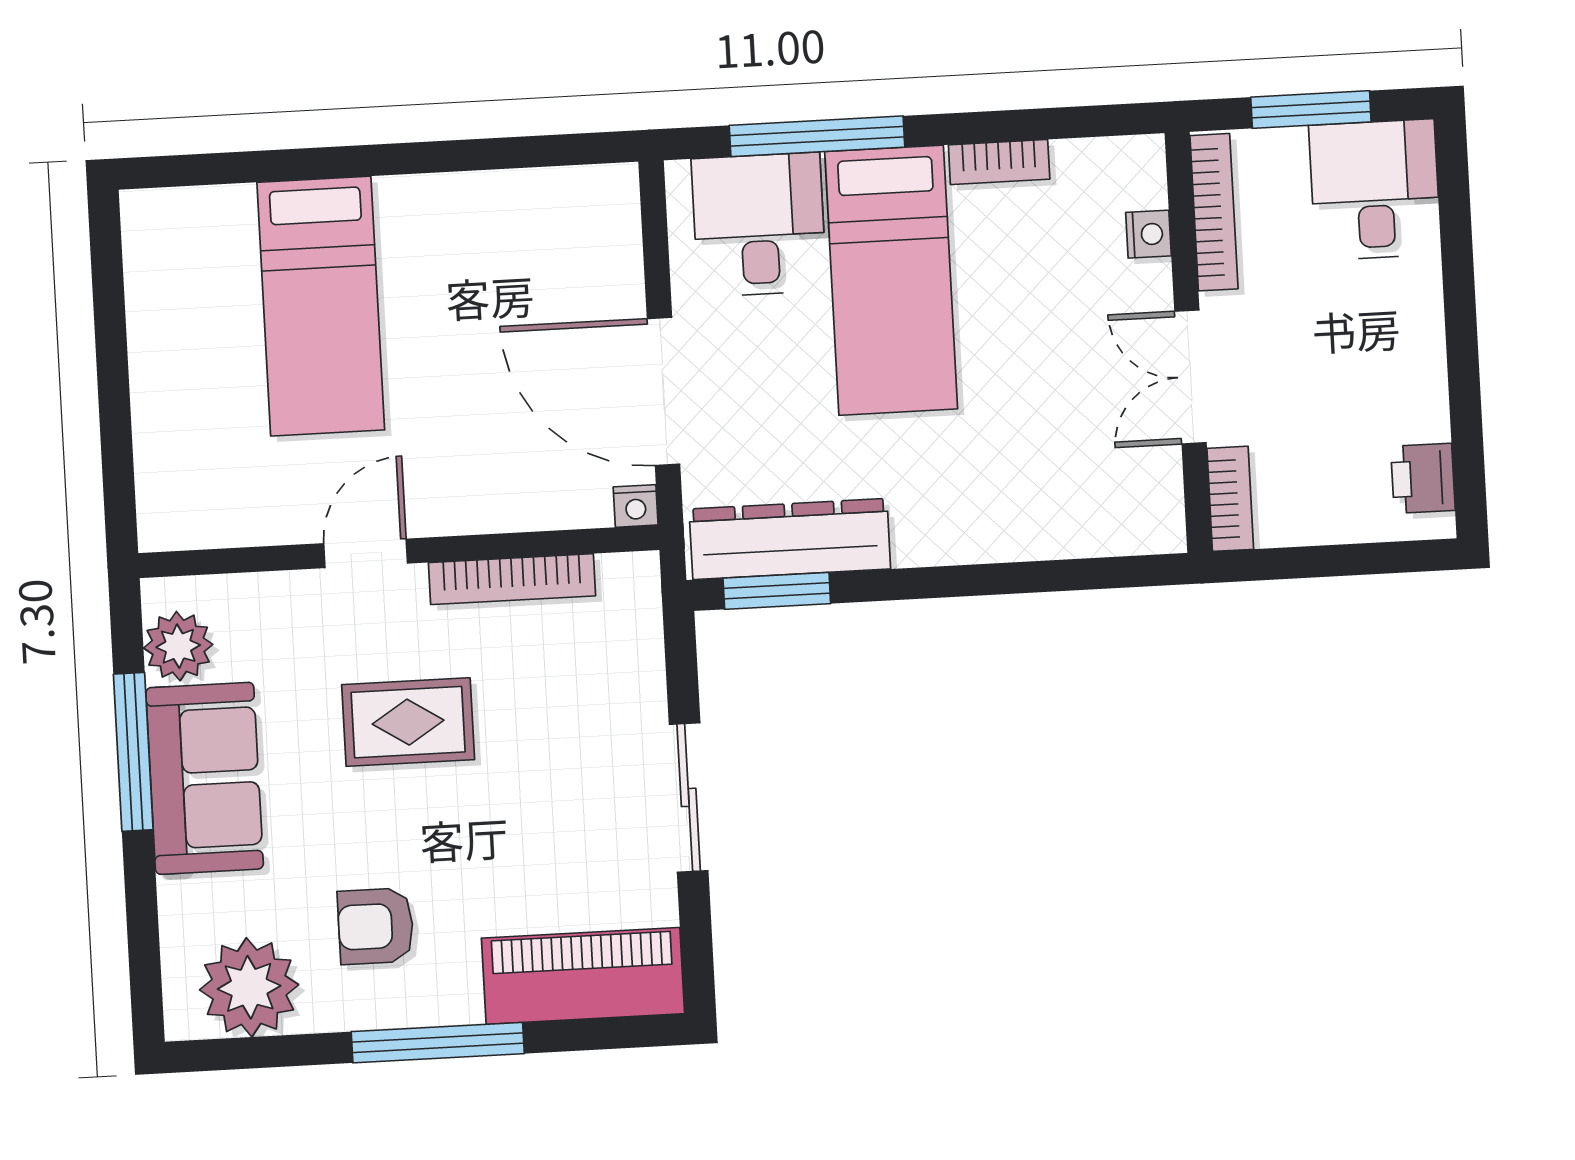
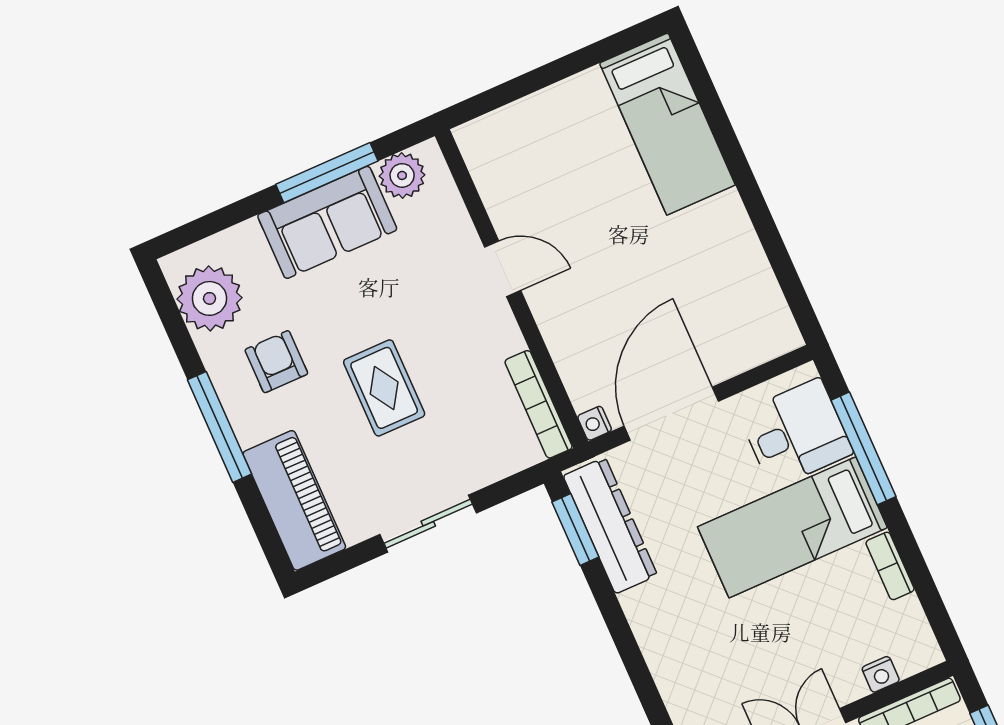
bed: (321, 306) -> (667, 124), moved, turned -90
bookcase: (512, 579) -> (539, 404), moved
rug: (408, 722) -> (384, 388), moved

